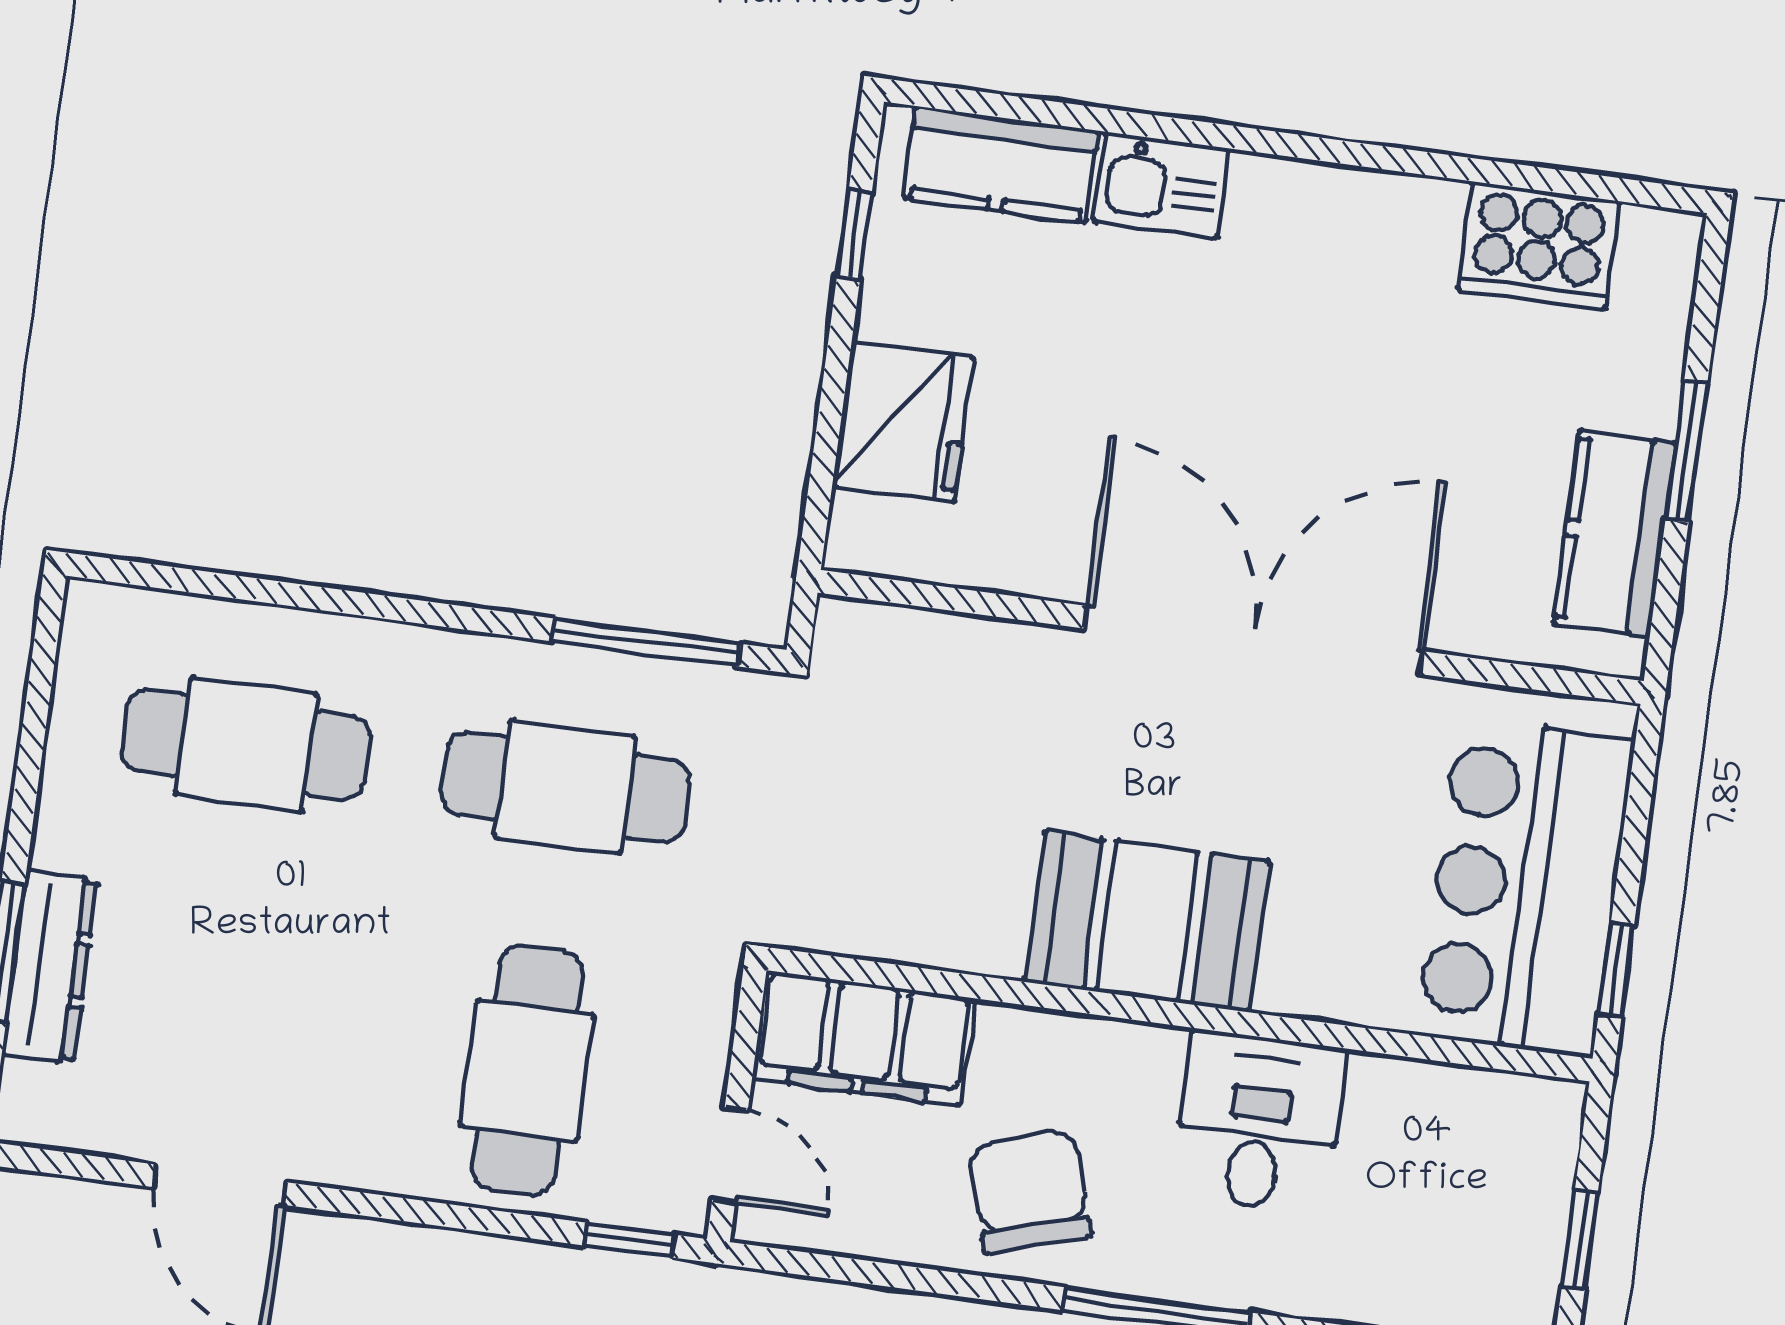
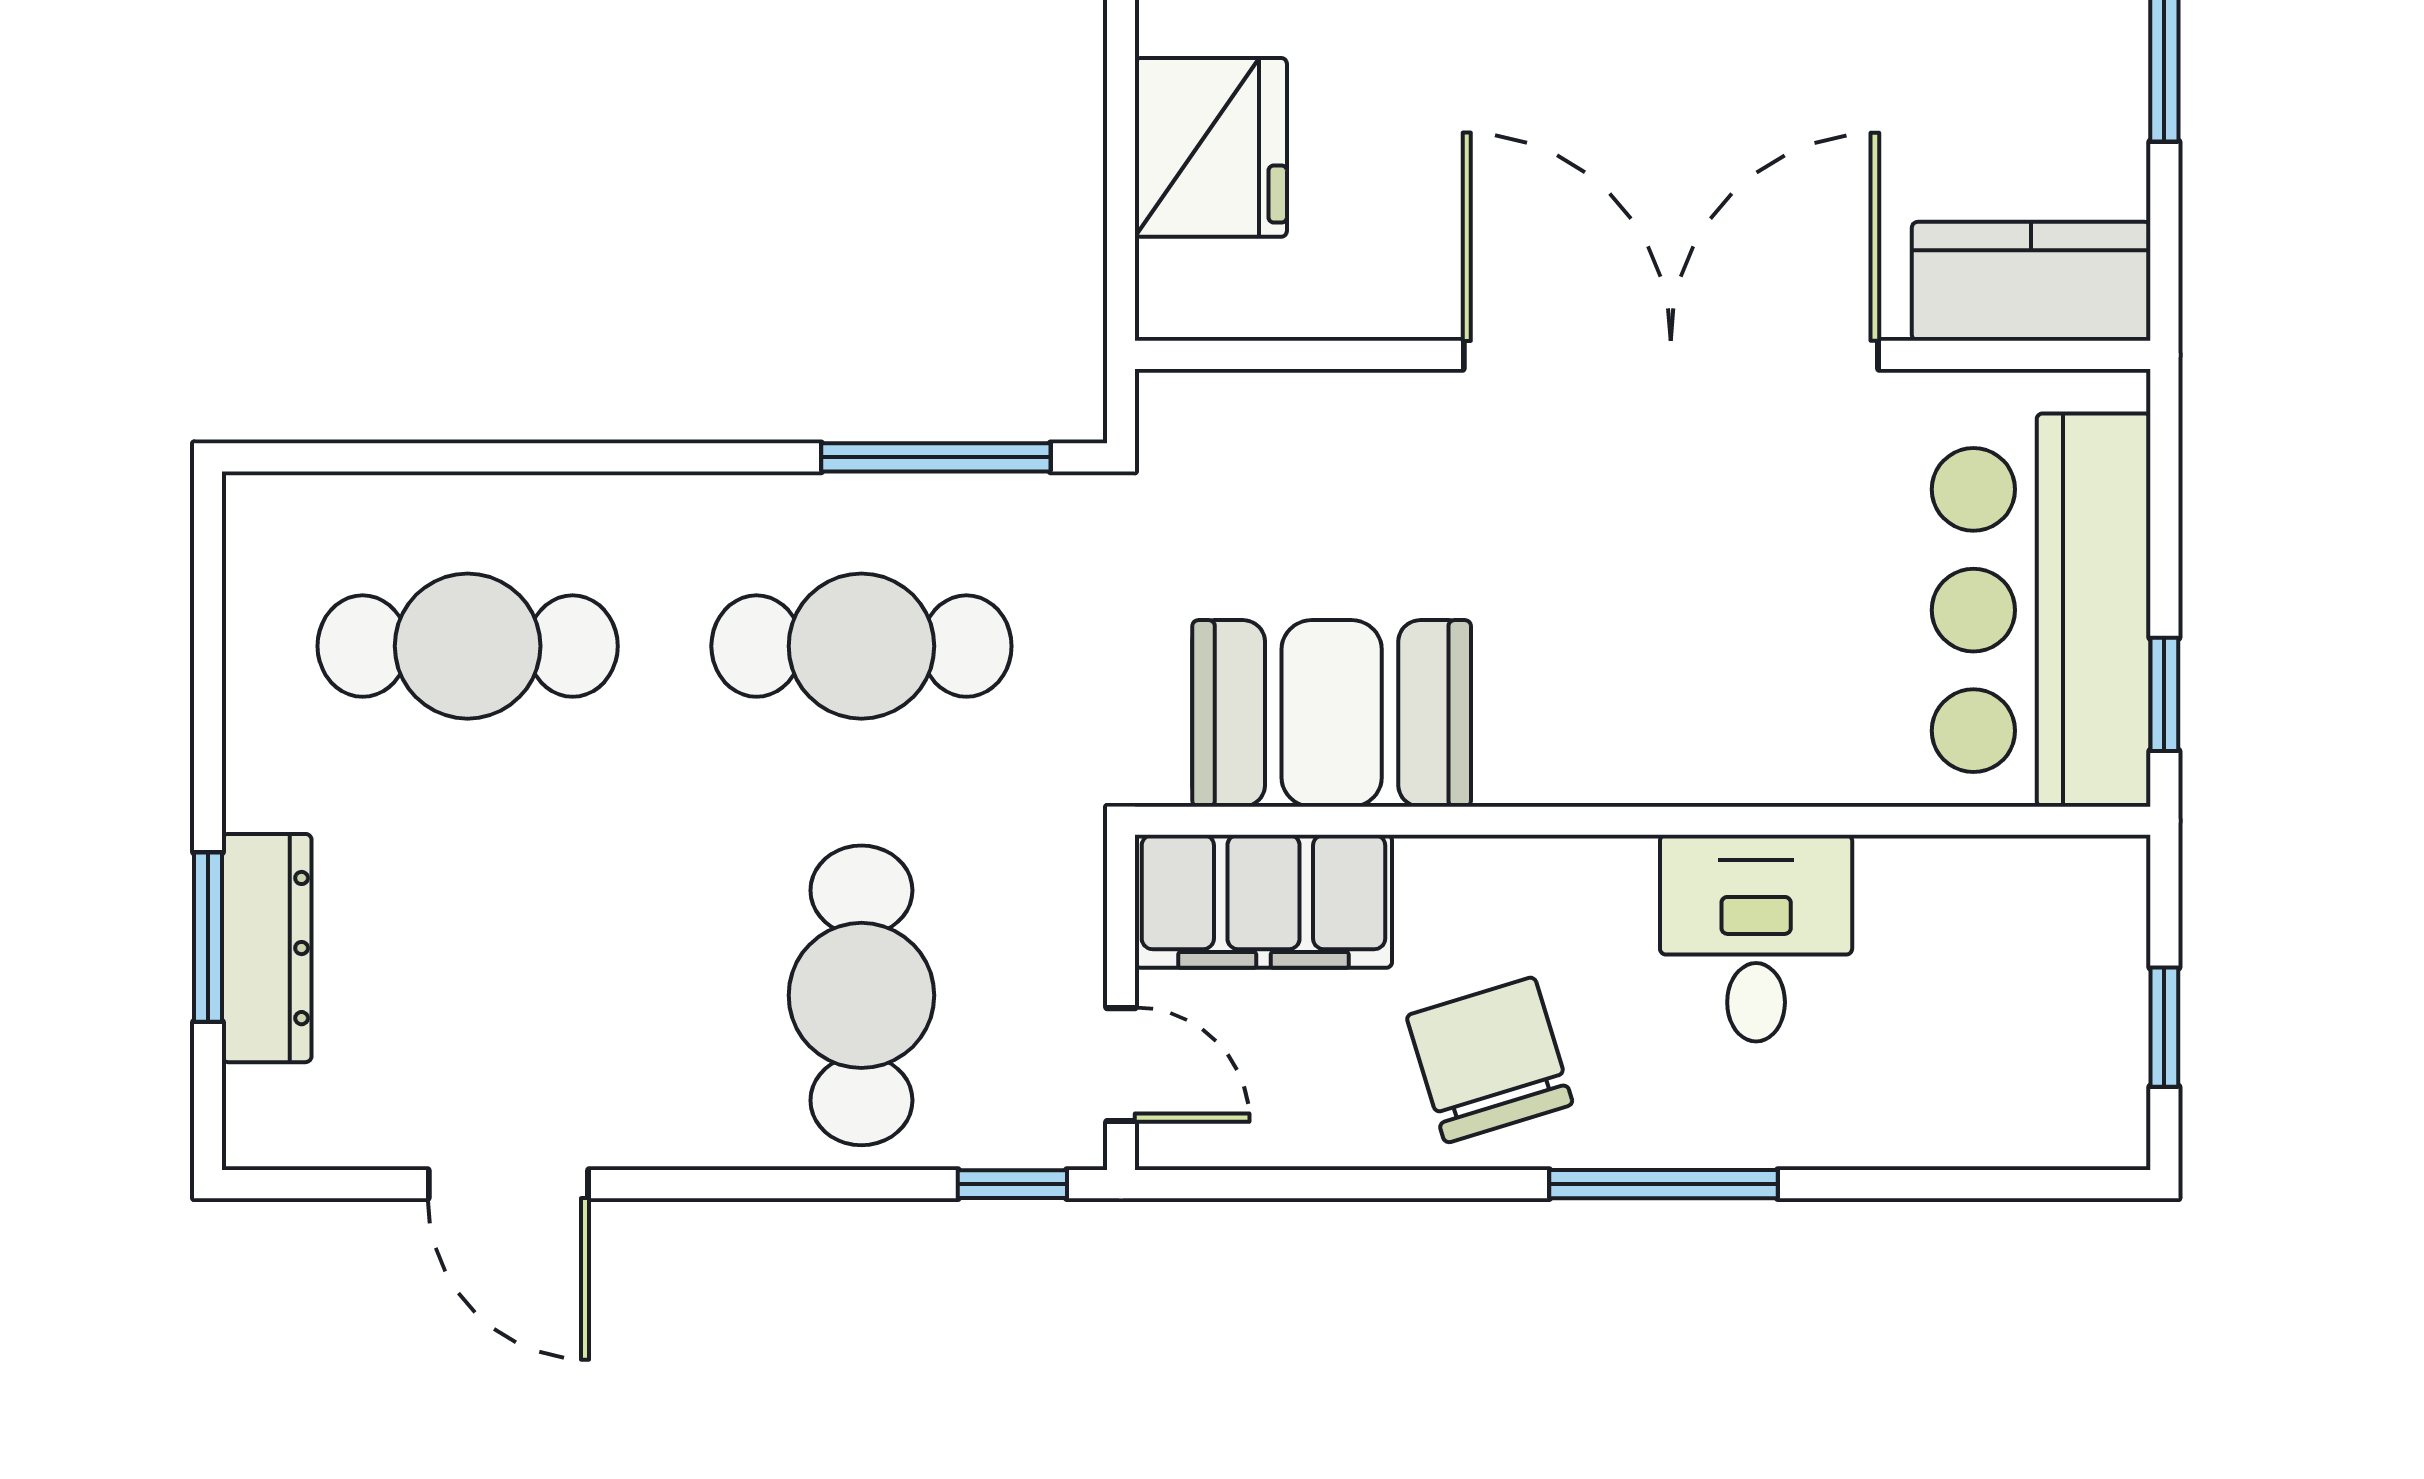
kitchen counter: (1615, 533) -> (2031, 281), moved, turned 90
booth: (1147, 921) -> (1332, 713), moved

